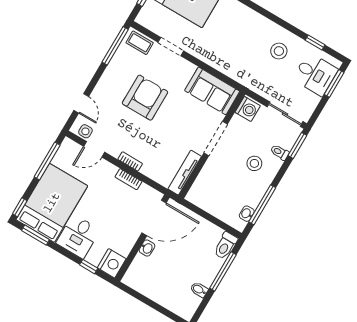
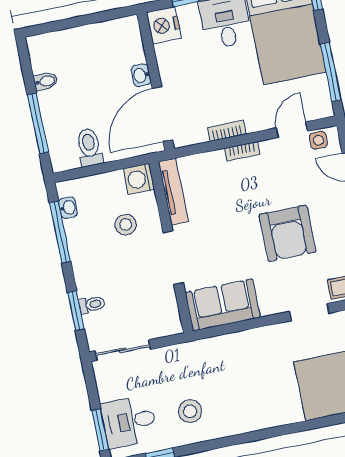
washing machine: (248, 109) -> (139, 179), moved
window: (297, 145) -> (76, 311), moved
stool: (254, 163) -> (126, 225), moved
toilet: (225, 246) -> (89, 147), moved

